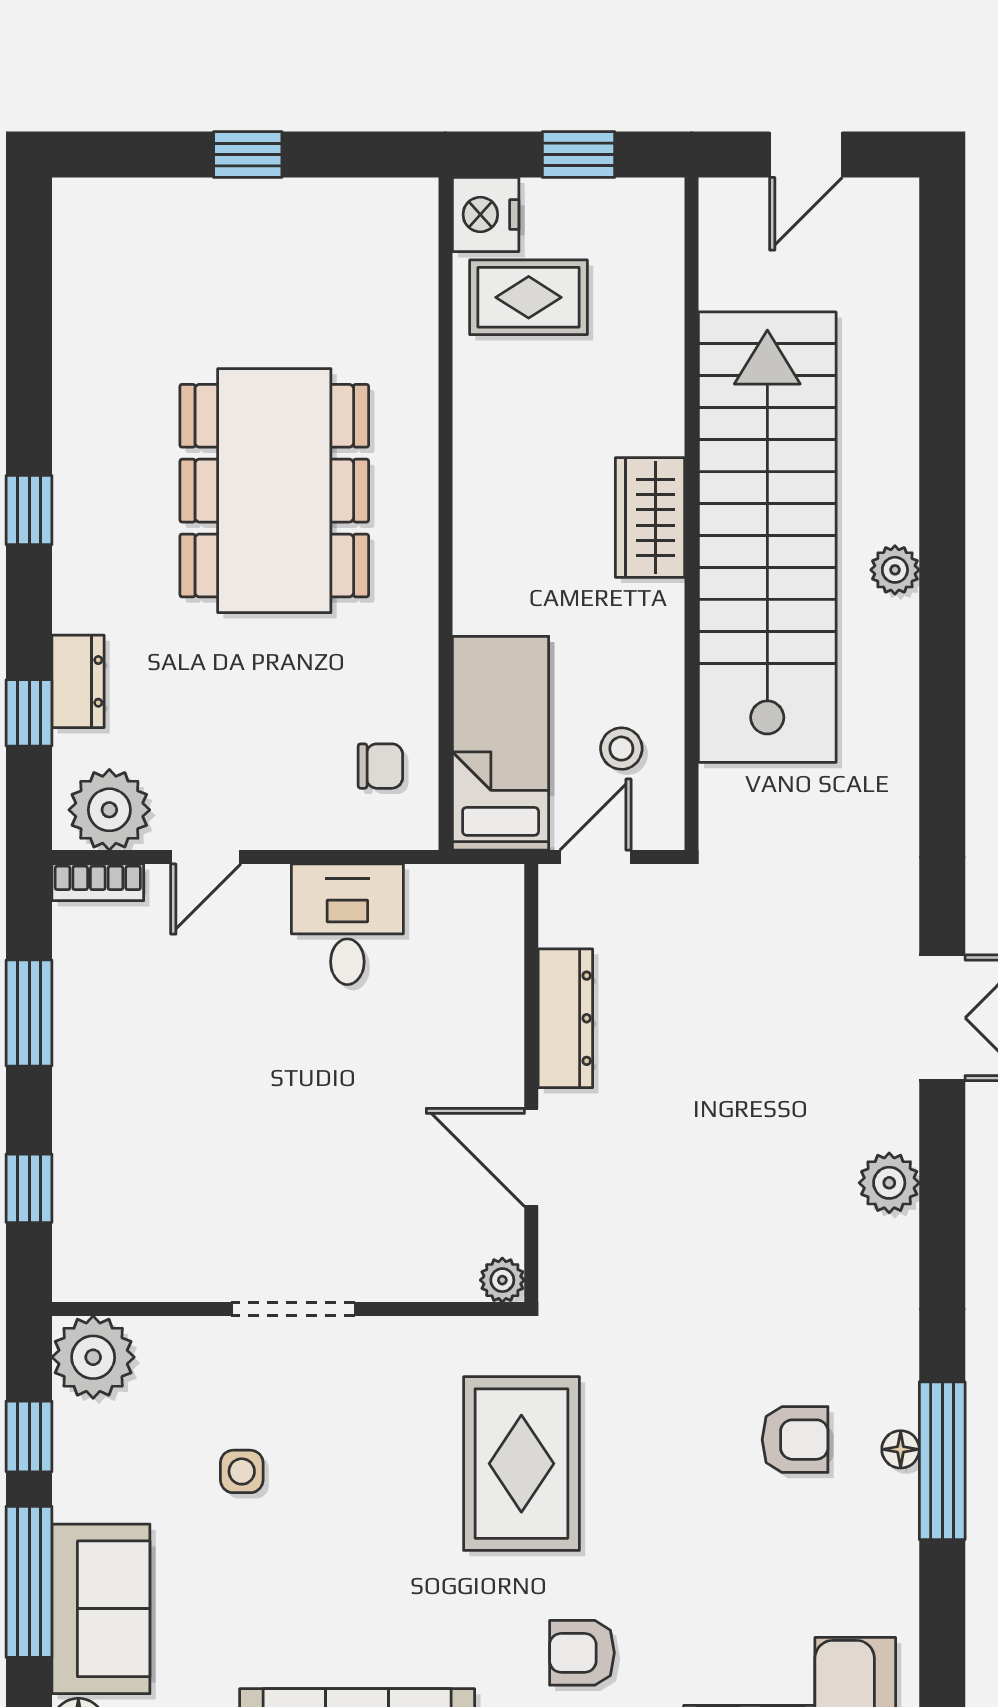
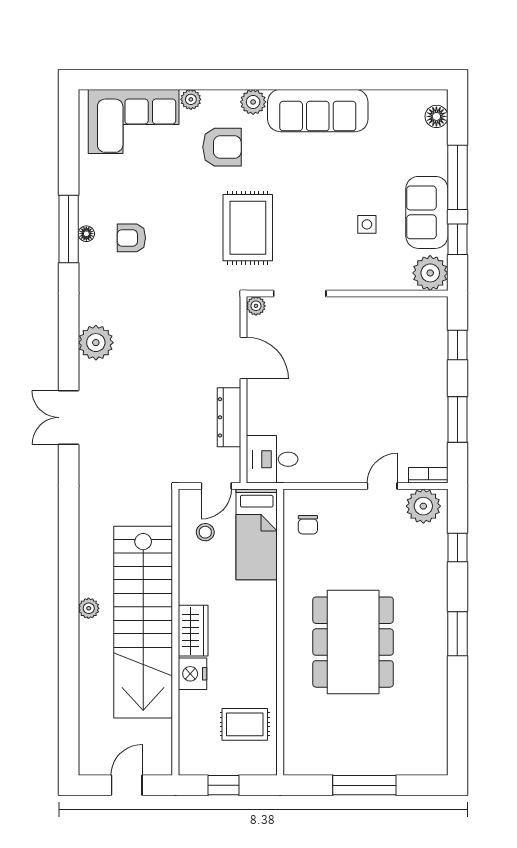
window: (248, 155) -> (364, 785), width x2.17
nightstand: (486, 214) -> (192, 674), moved, turned 180
window: (29, 510) -> (457, 634), width x1.50
dresser: (78, 681) -> (437, 561), removed
chair: (380, 766) -> (308, 525), turned -90
desk: (347, 924) -> (272, 459), moved, turned 90
plant: (889, 1183) -> (96, 343), width x1.36, depth x1.36
doorway: (293, 1309) -> (300, 293), moved
sofa: (101, 1609) -> (427, 212), moved
armchair: (582, 1653) -> (222, 147), width x1.38, depth x1.38

